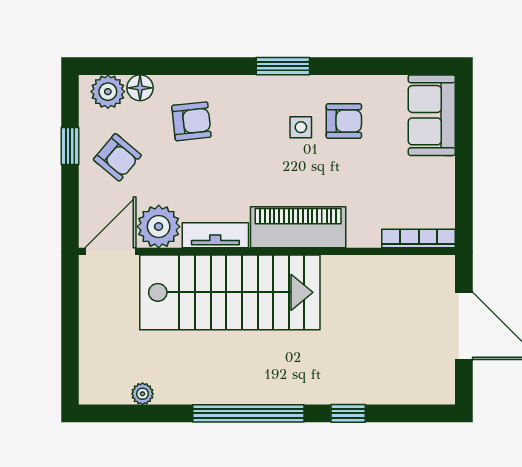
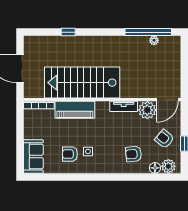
window: (283, 66) -> (95, 177), removed
piano: (298, 227) -> (75, 110), moved
stairs: (230, 292) -> (82, 83), moved
window: (248, 413) -> (148, 32), moved

